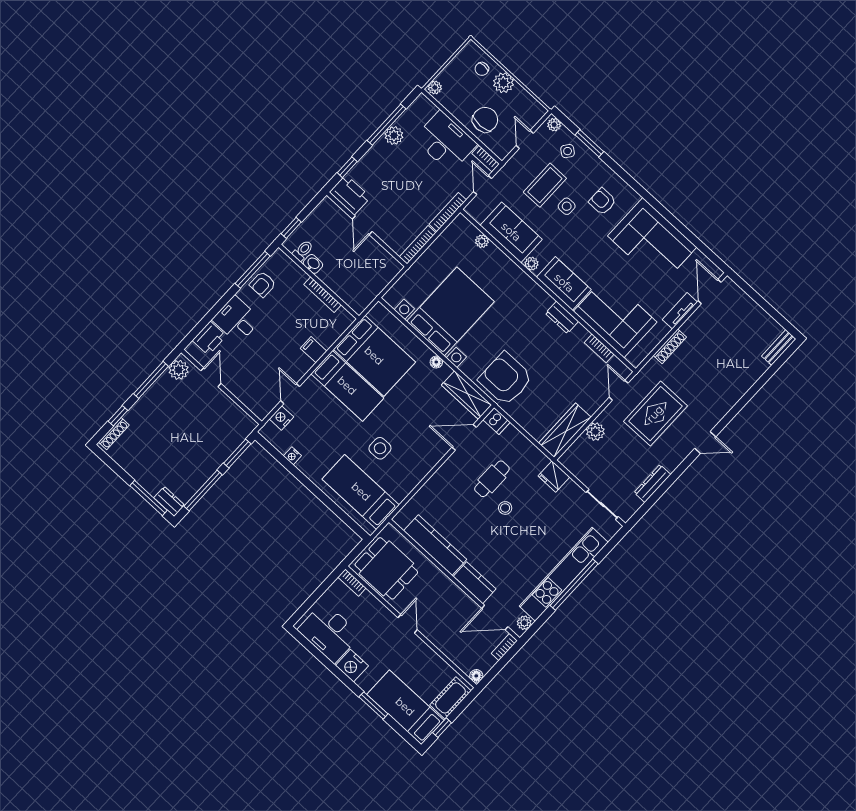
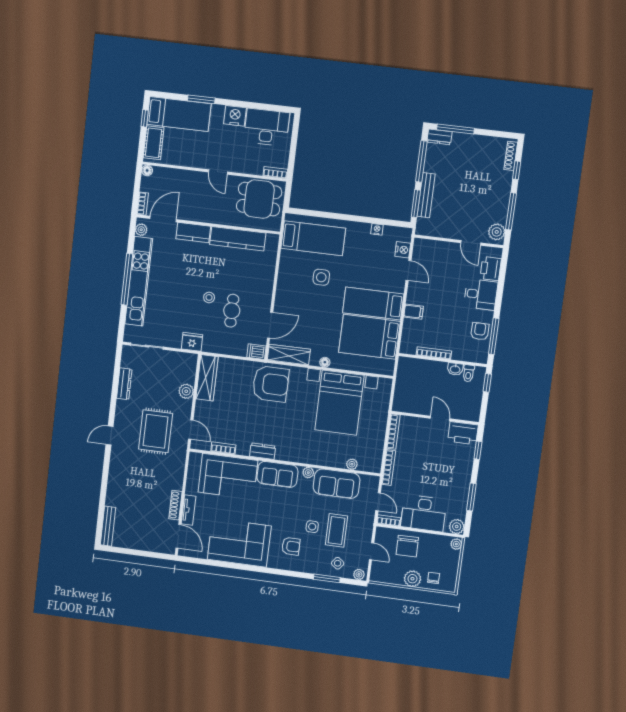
window: (387, 125) -> (471, 497), width x0.69
plant: (394, 135) -> (457, 527), moved
shoe rack: (670, 346) -> (175, 505), moved
bench: (779, 347) -> (108, 526), width x1.36
bench: (221, 455) -> (426, 195), added

